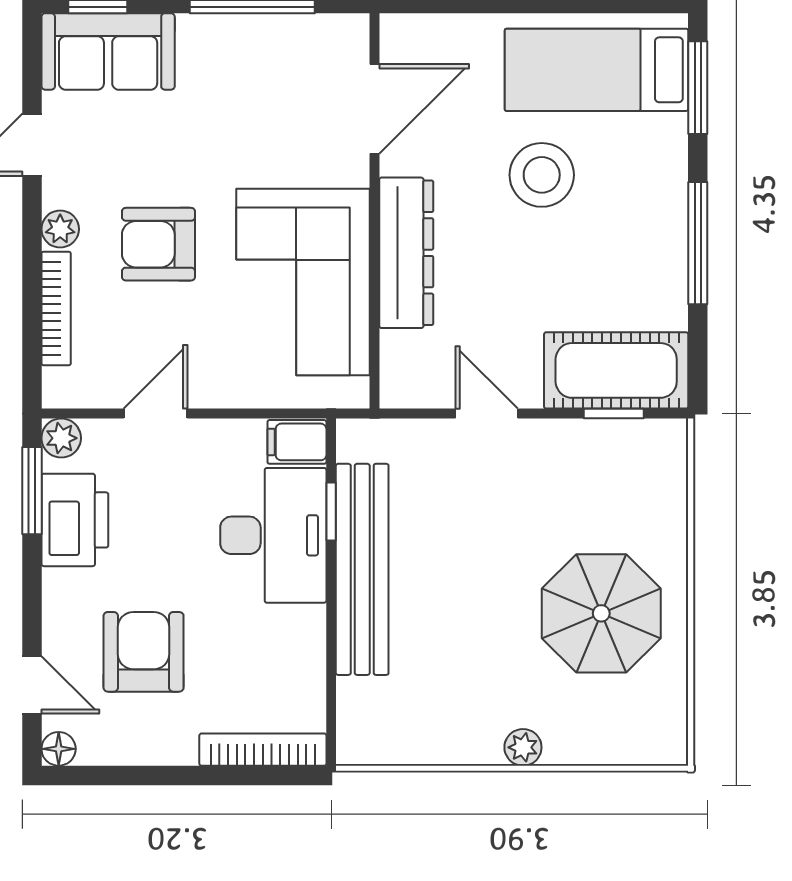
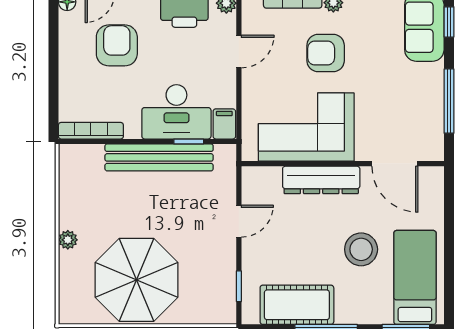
armchair: (158, 244) -> (326, 53), turned -90
cot: (616, 370) -> (297, 305), moved, turned 90
door: (156, 414) -> (239, 52), hinge flipped
parasol: (601, 613) -> (136, 280), width x1.36, depth x1.36
armchair: (144, 652) -> (117, 45), turned -90
bookcase: (263, 750) -> (91, 131), moved, turned -90

